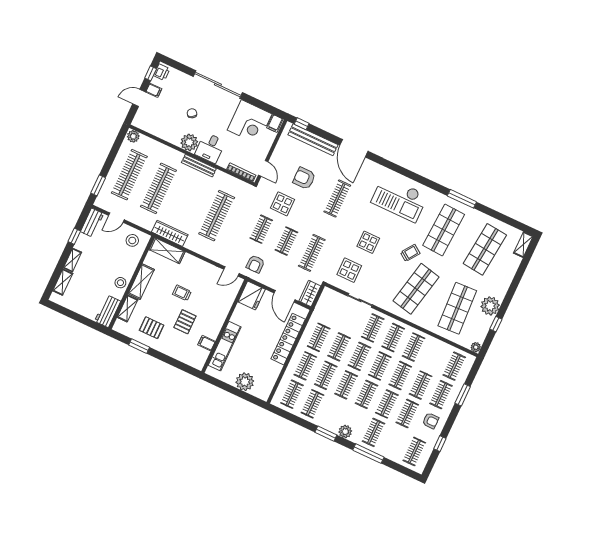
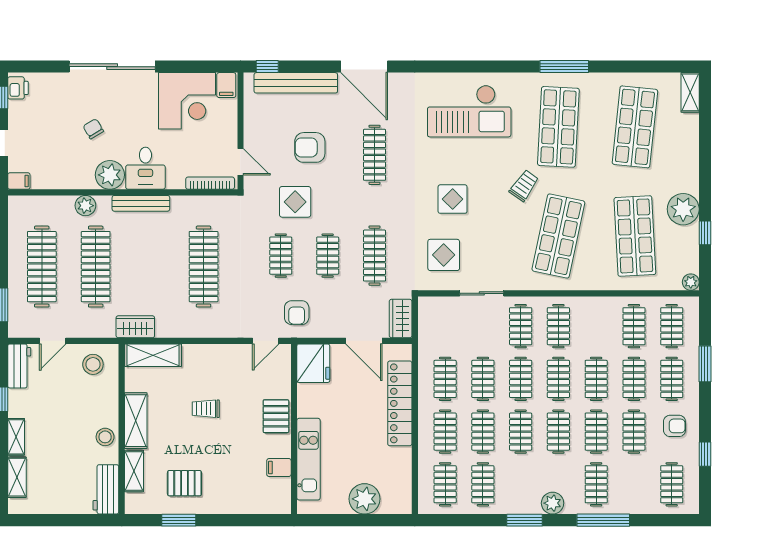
filing cabinet: (154, 90) -> (19, 181), moved
plant: (133, 136) -> (85, 206), moved
wardrobe: (170, 233) -> (135, 327), width x0.67
pallet: (185, 322) -> (276, 416), moved
clothes rail: (414, 347) -> (634, 326), moved

